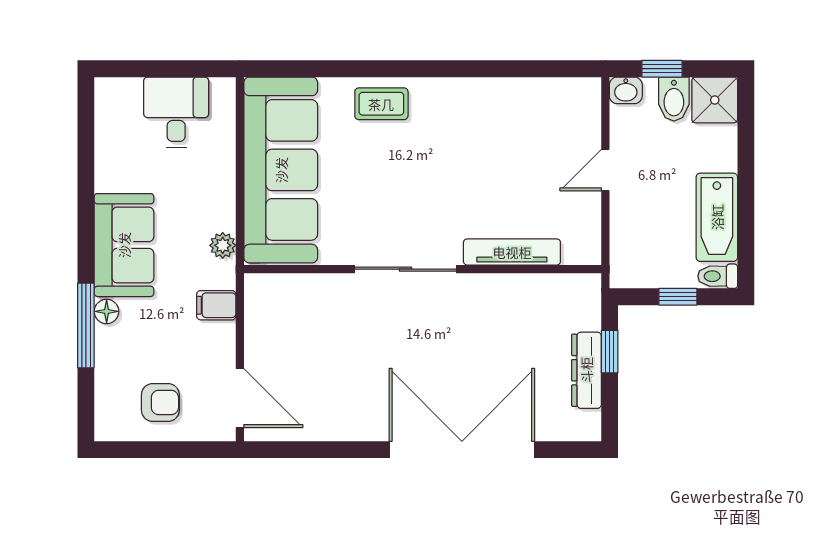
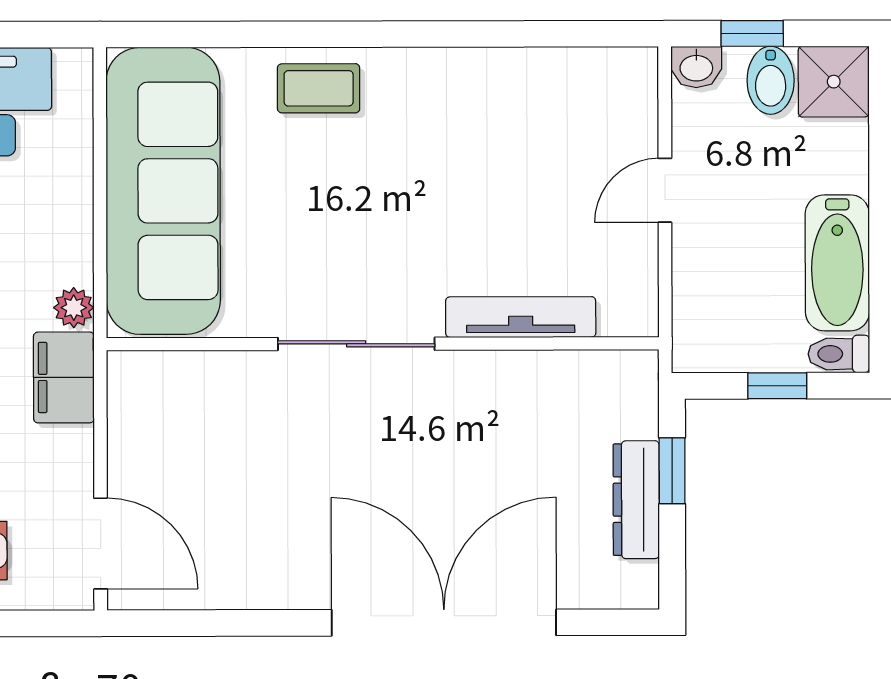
filing cabinet: (216, 305) -> (64, 377), width x2.00

